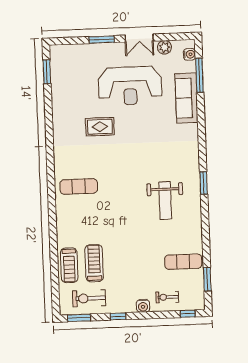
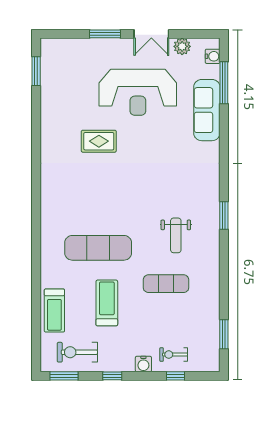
exercise mat: (79, 186) -> (98, 248), moved, width x1.36, depth x1.45
weight bench: (165, 201) -> (176, 235), width x0.73, depth x0.75
exercise mat: (183, 262) -> (166, 284), moved
treadmill: (94, 263) -> (107, 303), moved
window: (188, 314) -> (175, 376), moved

